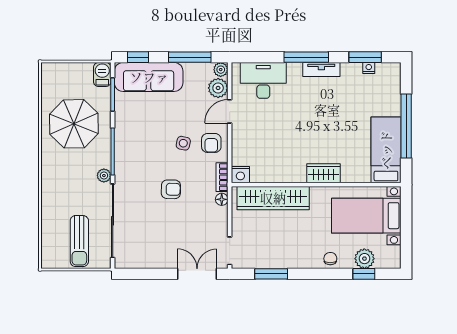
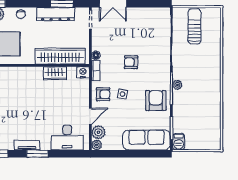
window: (138, 57) -> (154, 154), removed
window: (190, 57) -> (118, 154), removed
window: (306, 57) -> (37, 154), width x0.69
parasol: (74, 124) -> (198, 108), removed
armchair: (135, 134) -> (156, 101), added
armchair: (211, 143) -> (103, 94), turned 90
wardrobe: (323, 173) -> (55, 73), moved
plant: (104, 176) -> (177, 85), moved
dresser: (280, 259) -> (56, 14), added

